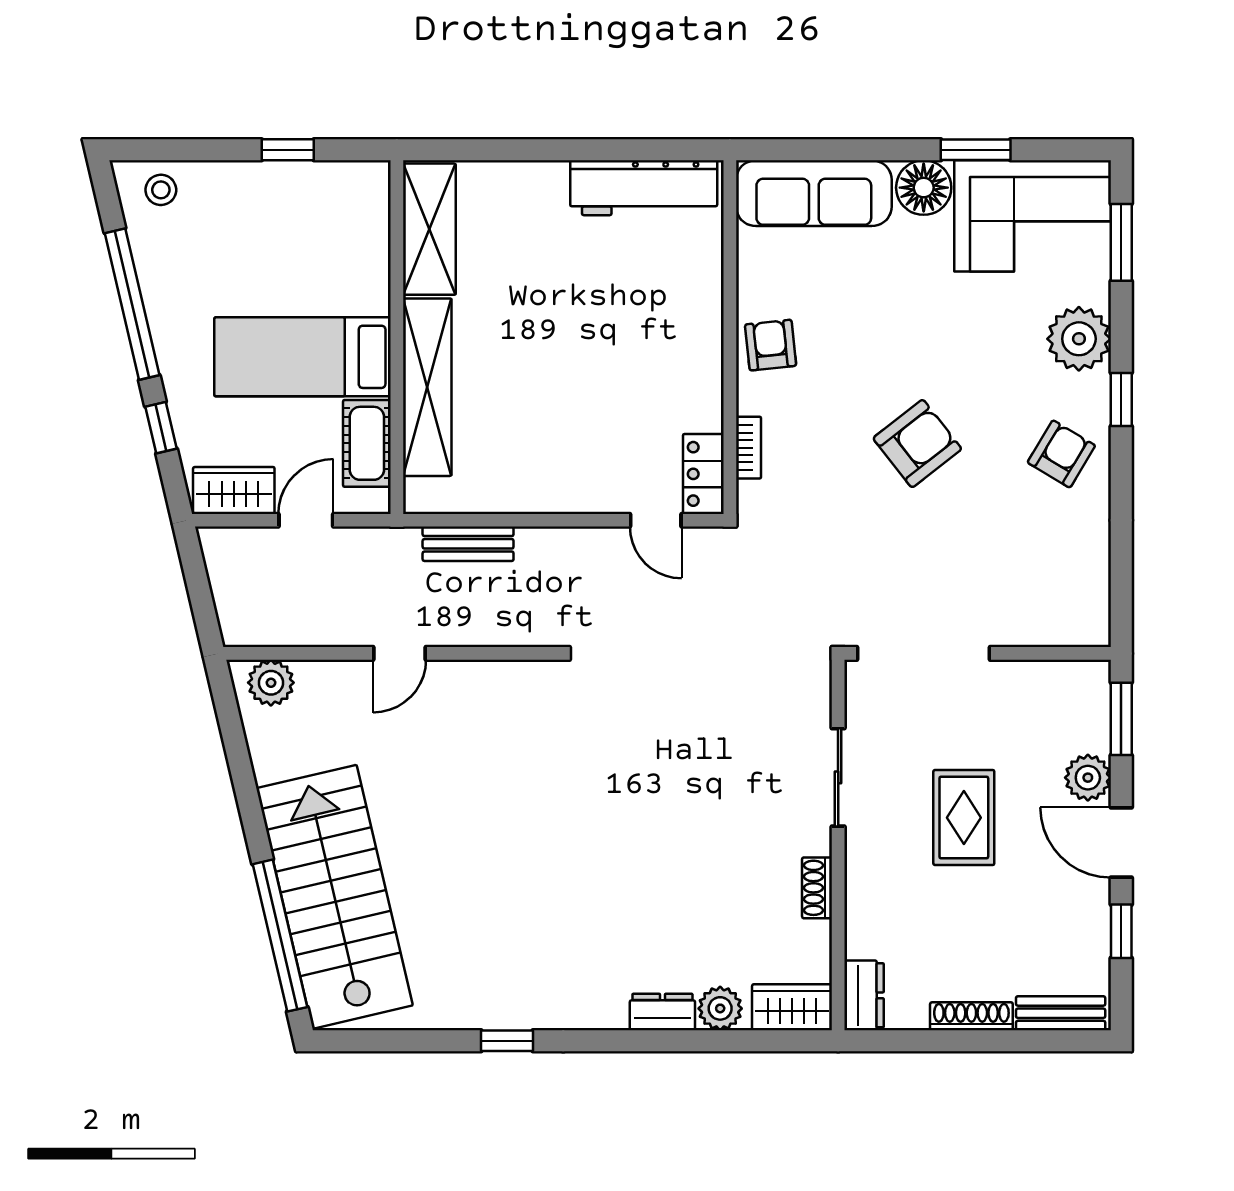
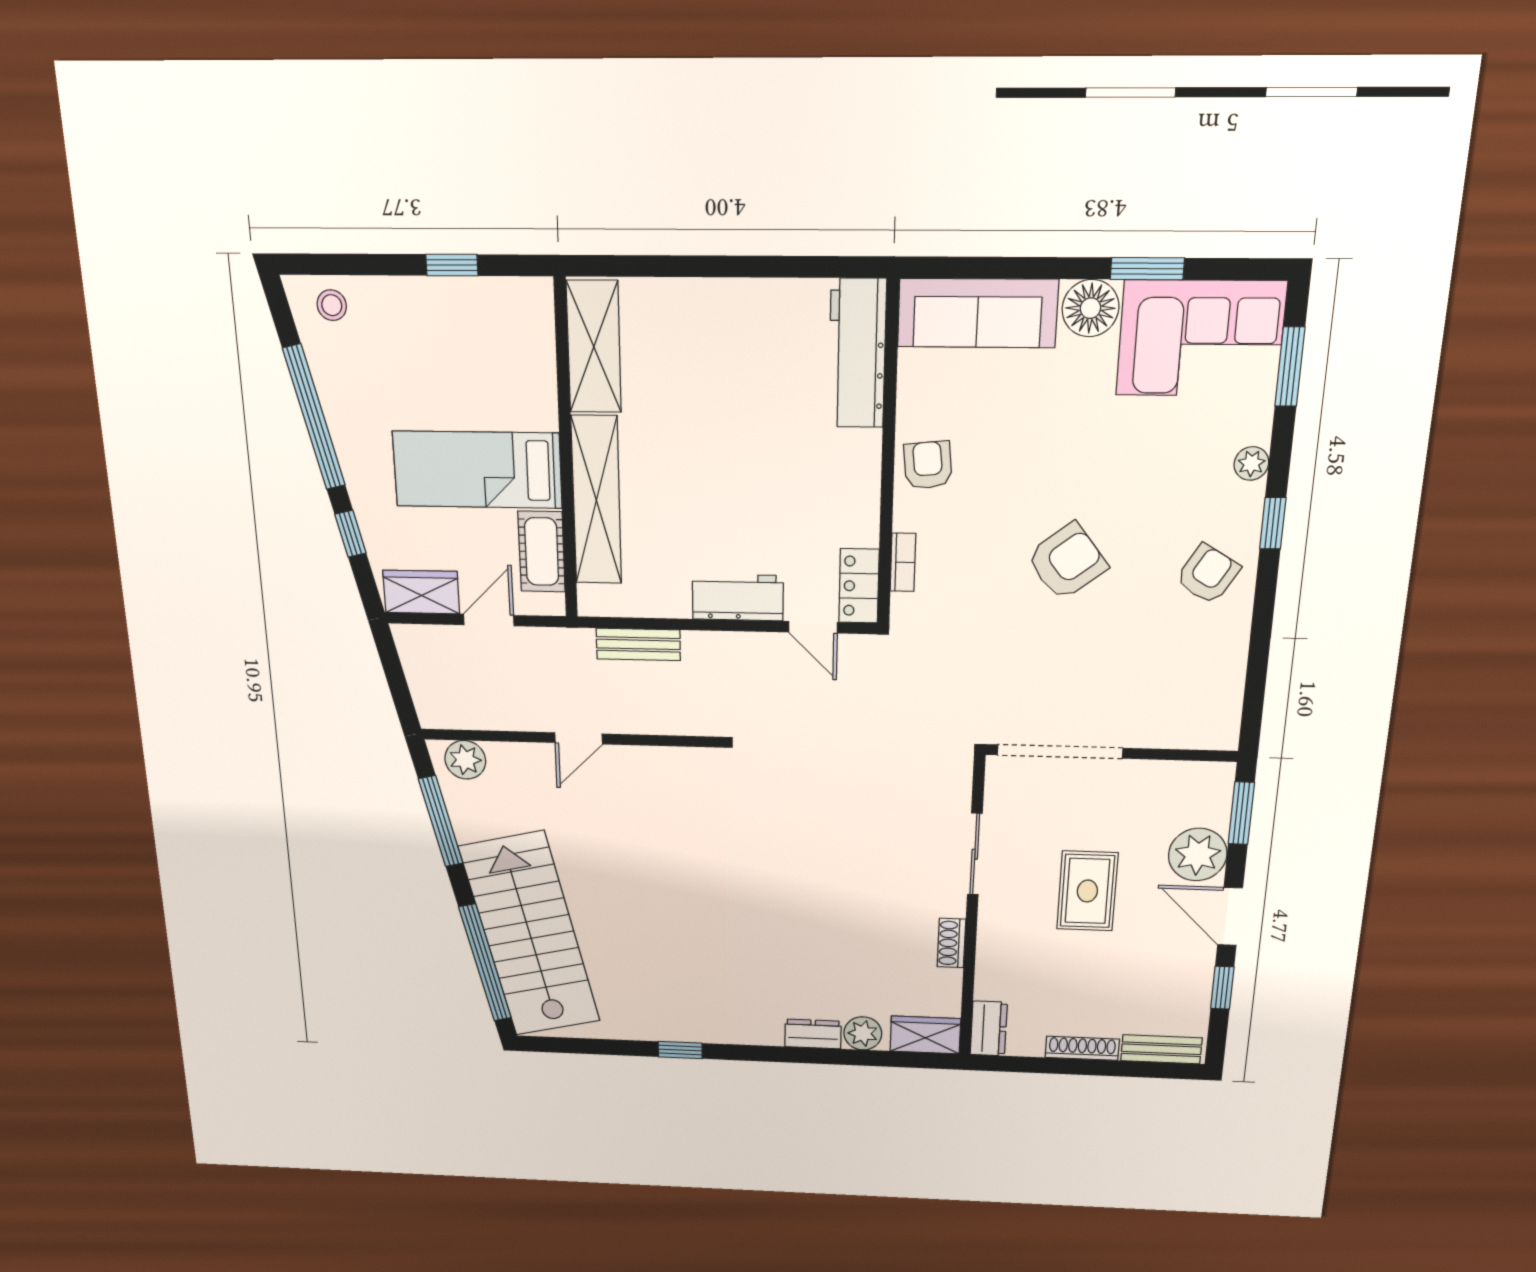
workbench: (644, 188) -> (857, 353), moved, turned 90
plant: (1079, 339) -> (1251, 463), width x0.53, depth x0.53
workbench: (576, 489) -> (738, 597), added
window: (238, 758) -> (441, 821), added
plant: (1088, 778) -> (1198, 855), width x1.36, depth x1.36

